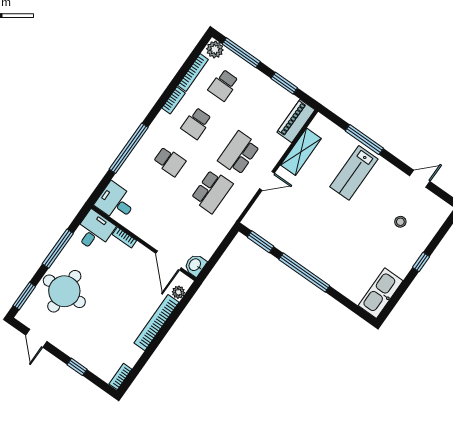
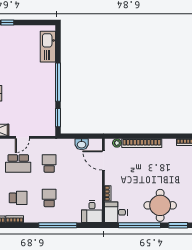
door: (267, 181) -> (22, 137), swing flipped
school desk: (212, 191) -> (49, 163), width x0.54
window: (58, 249) -> (139, 225), width x1.46
door: (168, 260) -> (103, 161), swing flipped
washbasin: (195, 265) -> (82, 144), moved
kitchen sink: (381, 293) -> (48, 47), moved, turned 90

